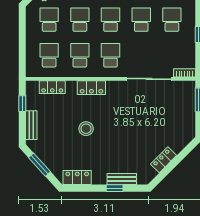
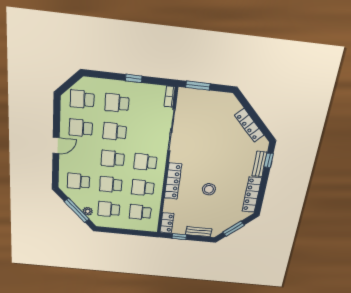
locker: (52, 87) -> (167, 223), moved
locker: (91, 88) -> (173, 181), width x1.53
locker: (164, 160) -> (249, 125), width x1.53
locker: (77, 177) -> (252, 195), width x1.53
window: (115, 188) -> (269, 160), moved

